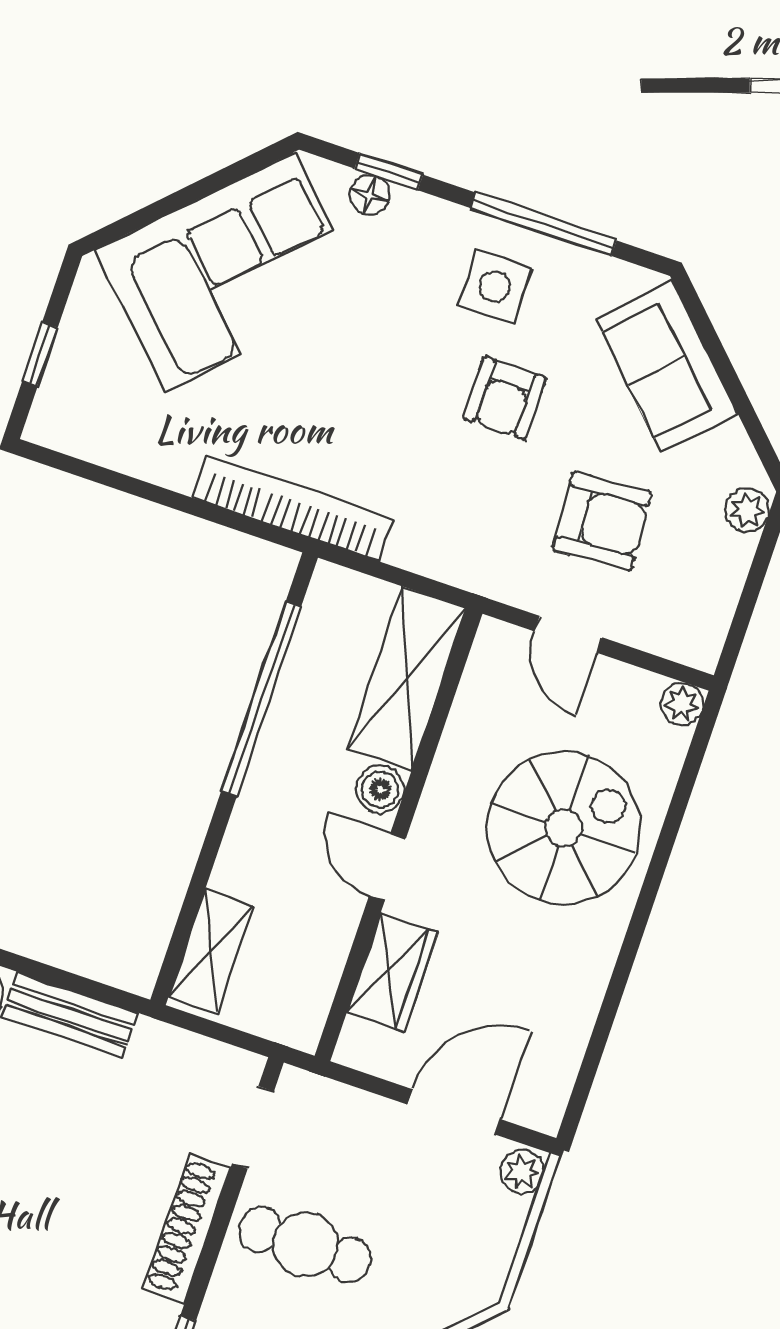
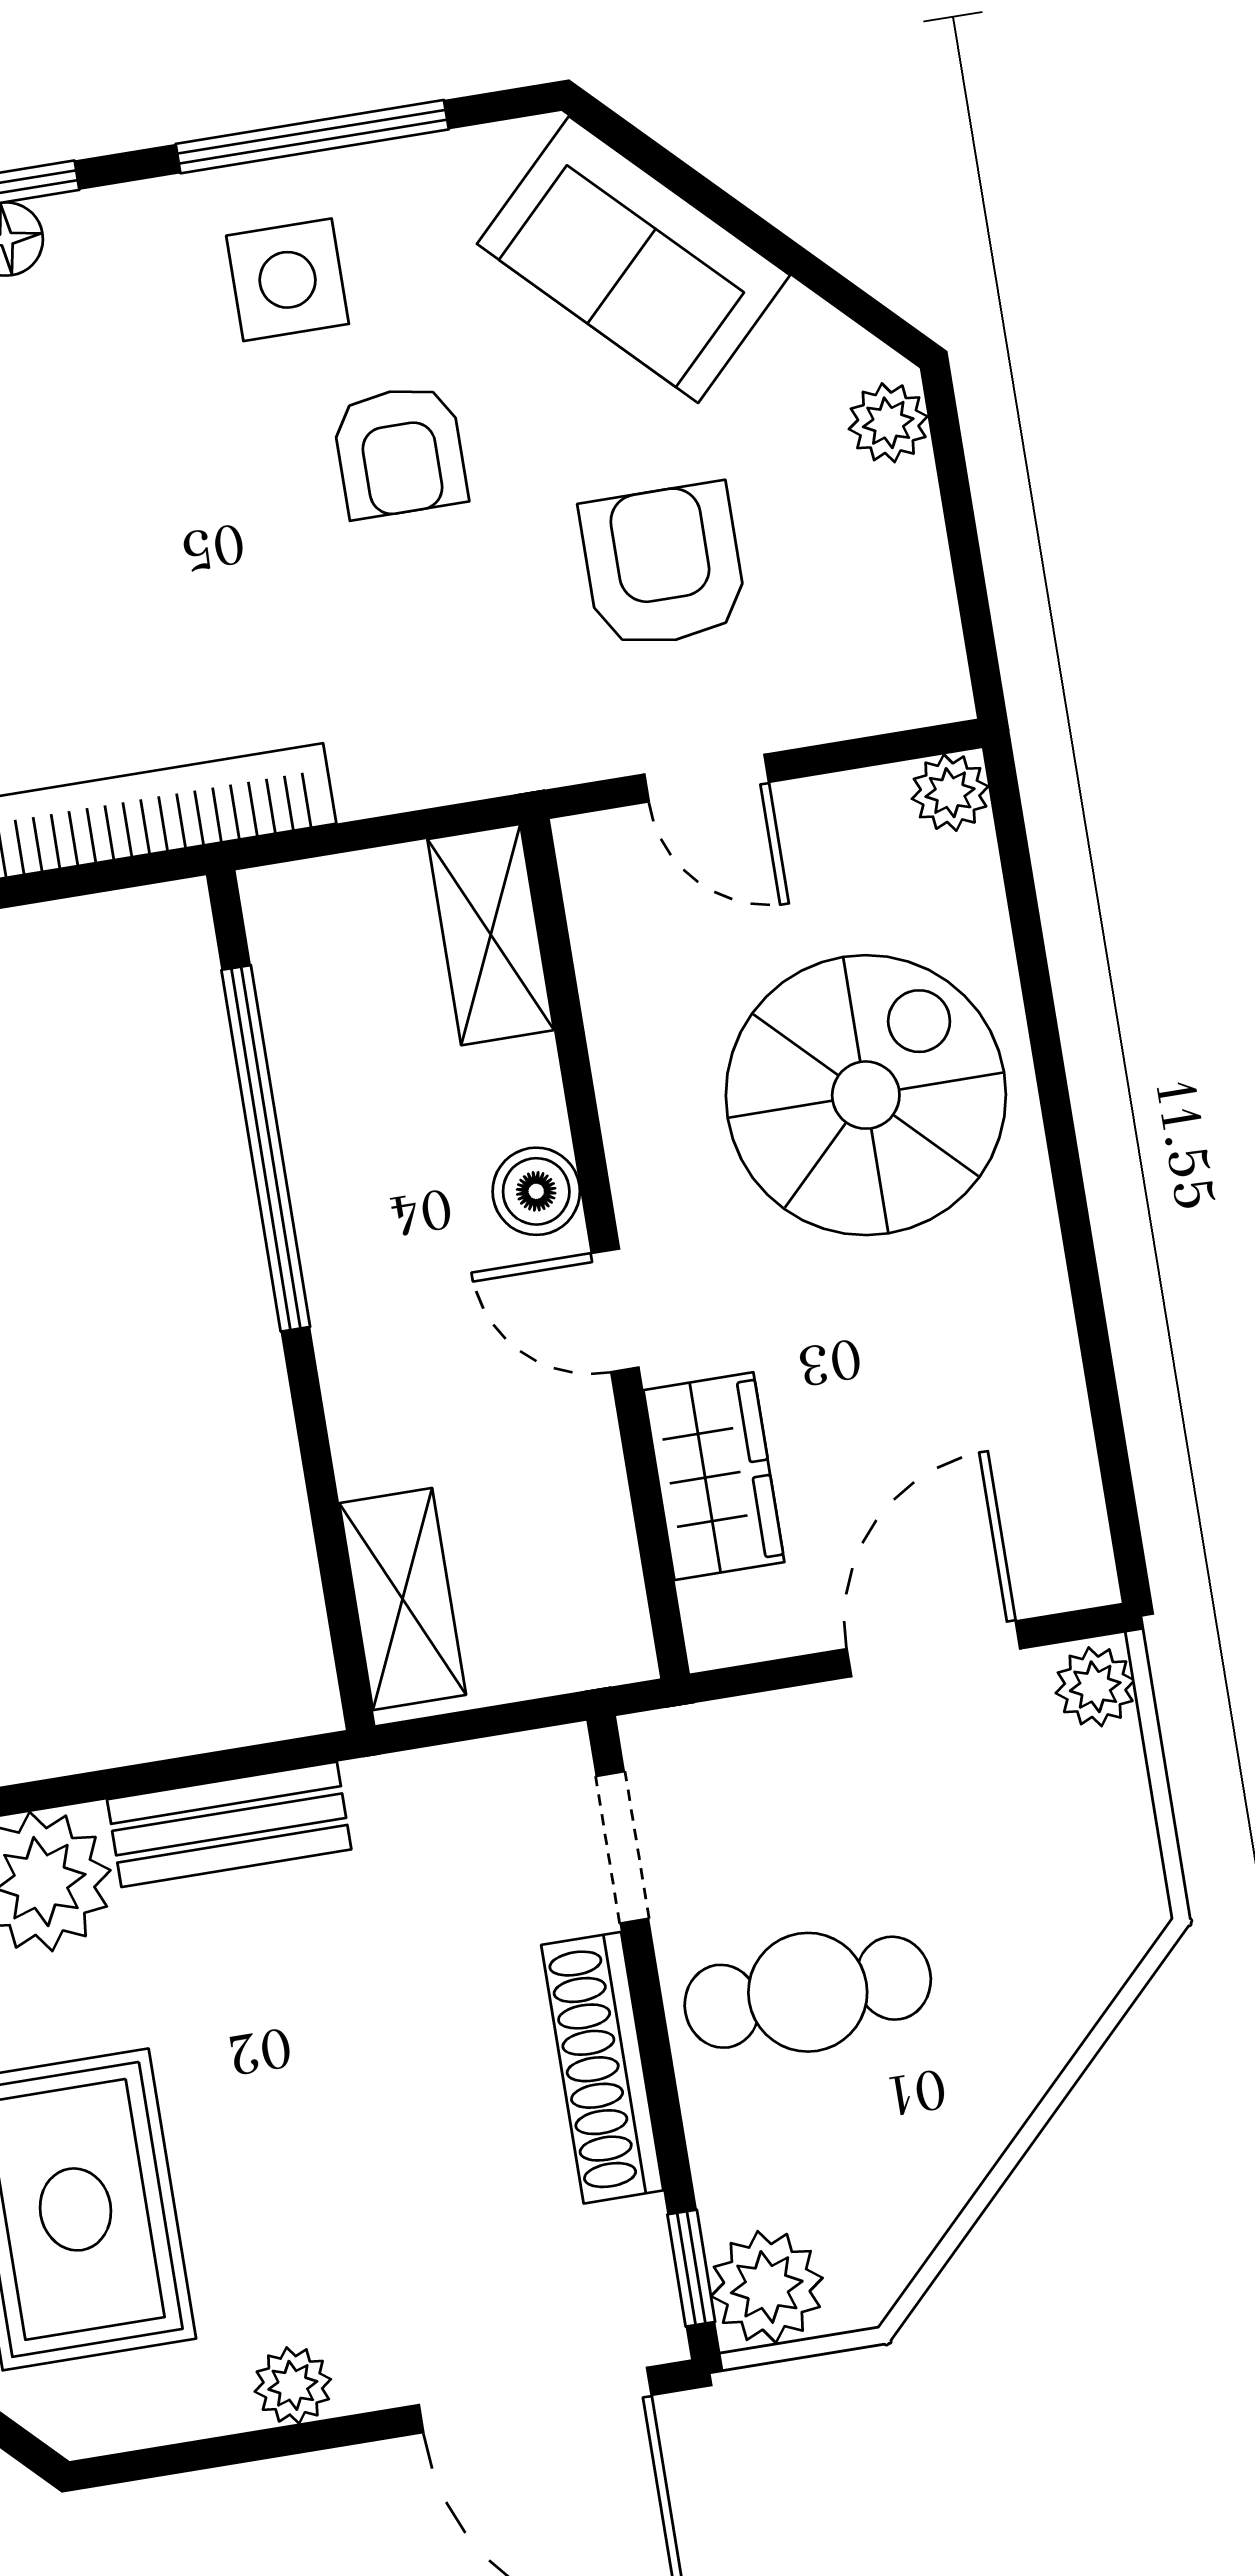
armchair: (602, 521) -> (663, 566), turned -86
shelving: (407, 678) -> (491, 935), width x0.67, depth x0.75

